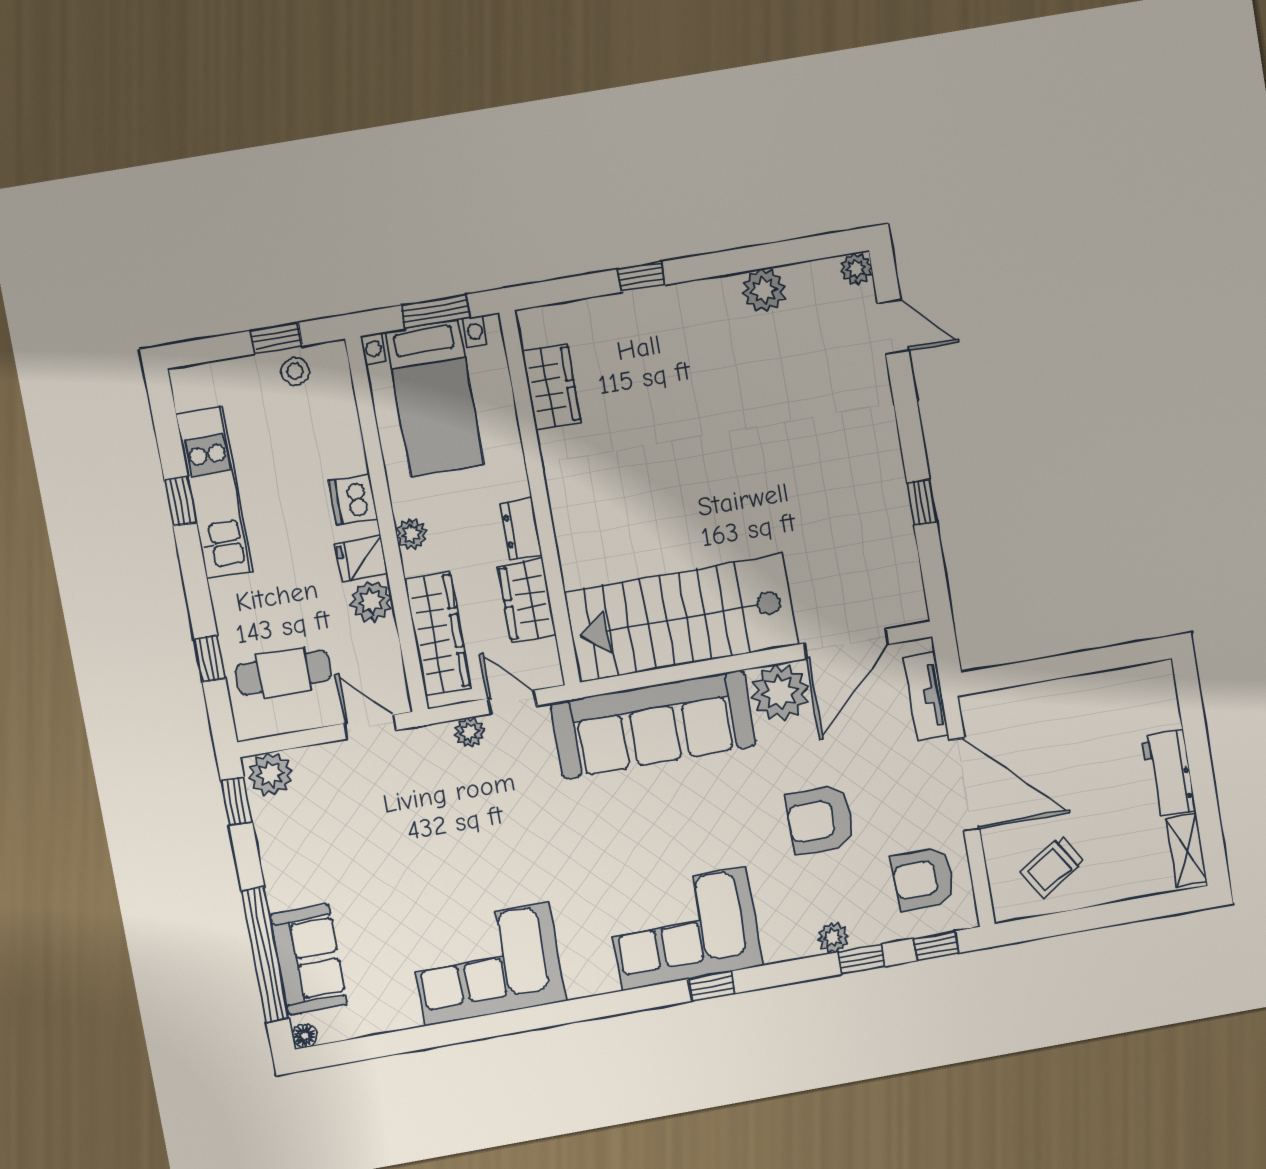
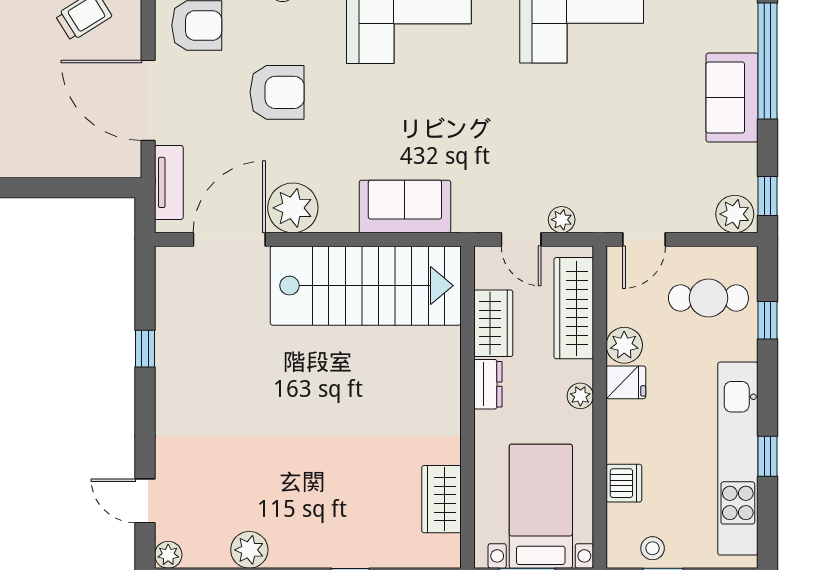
kitchen unit: (215, 493) -> (738, 459), width x1.36
dishwasher: (353, 500) -> (624, 483), moved
sofa: (653, 724) -> (405, 207), width x0.54, depth x0.79
door: (370, 727) -> (644, 239), hinge flipped
sofa: (309, 960) -> (732, 98), moved

